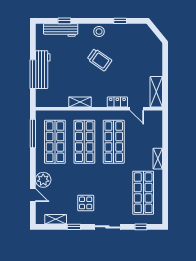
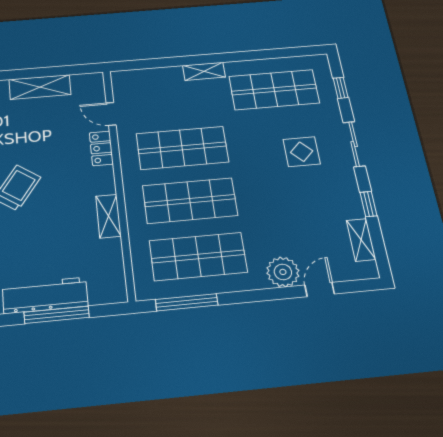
shelving: (156, 92) -> (40, 87), moved
door: (137, 109) -> (111, 114), swing flipped
display table: (86, 203) -> (302, 152), moved

